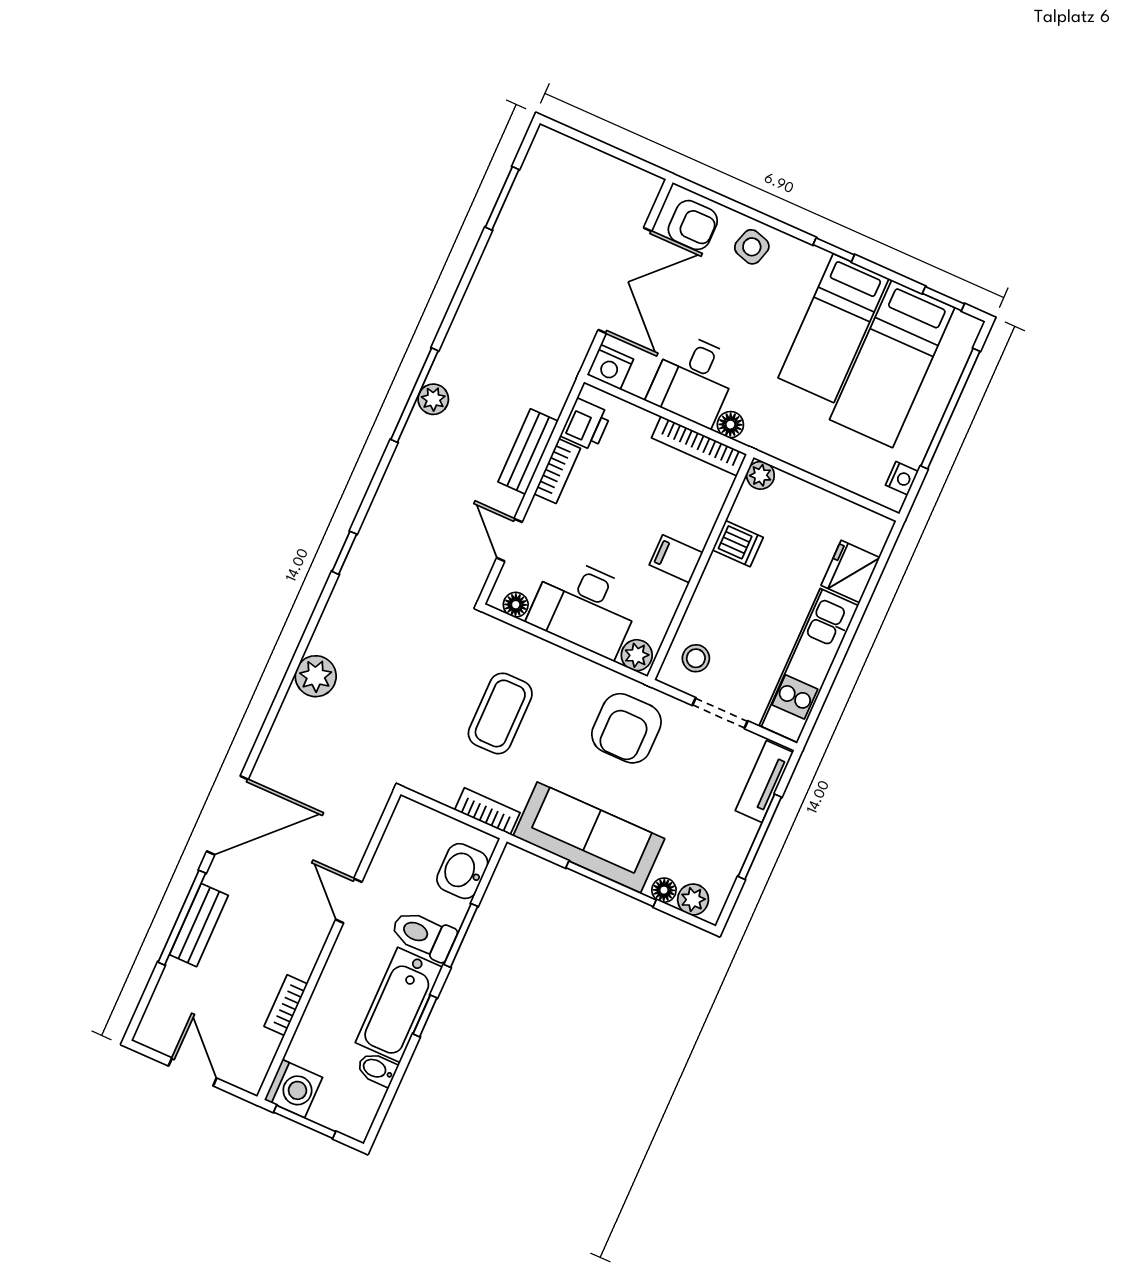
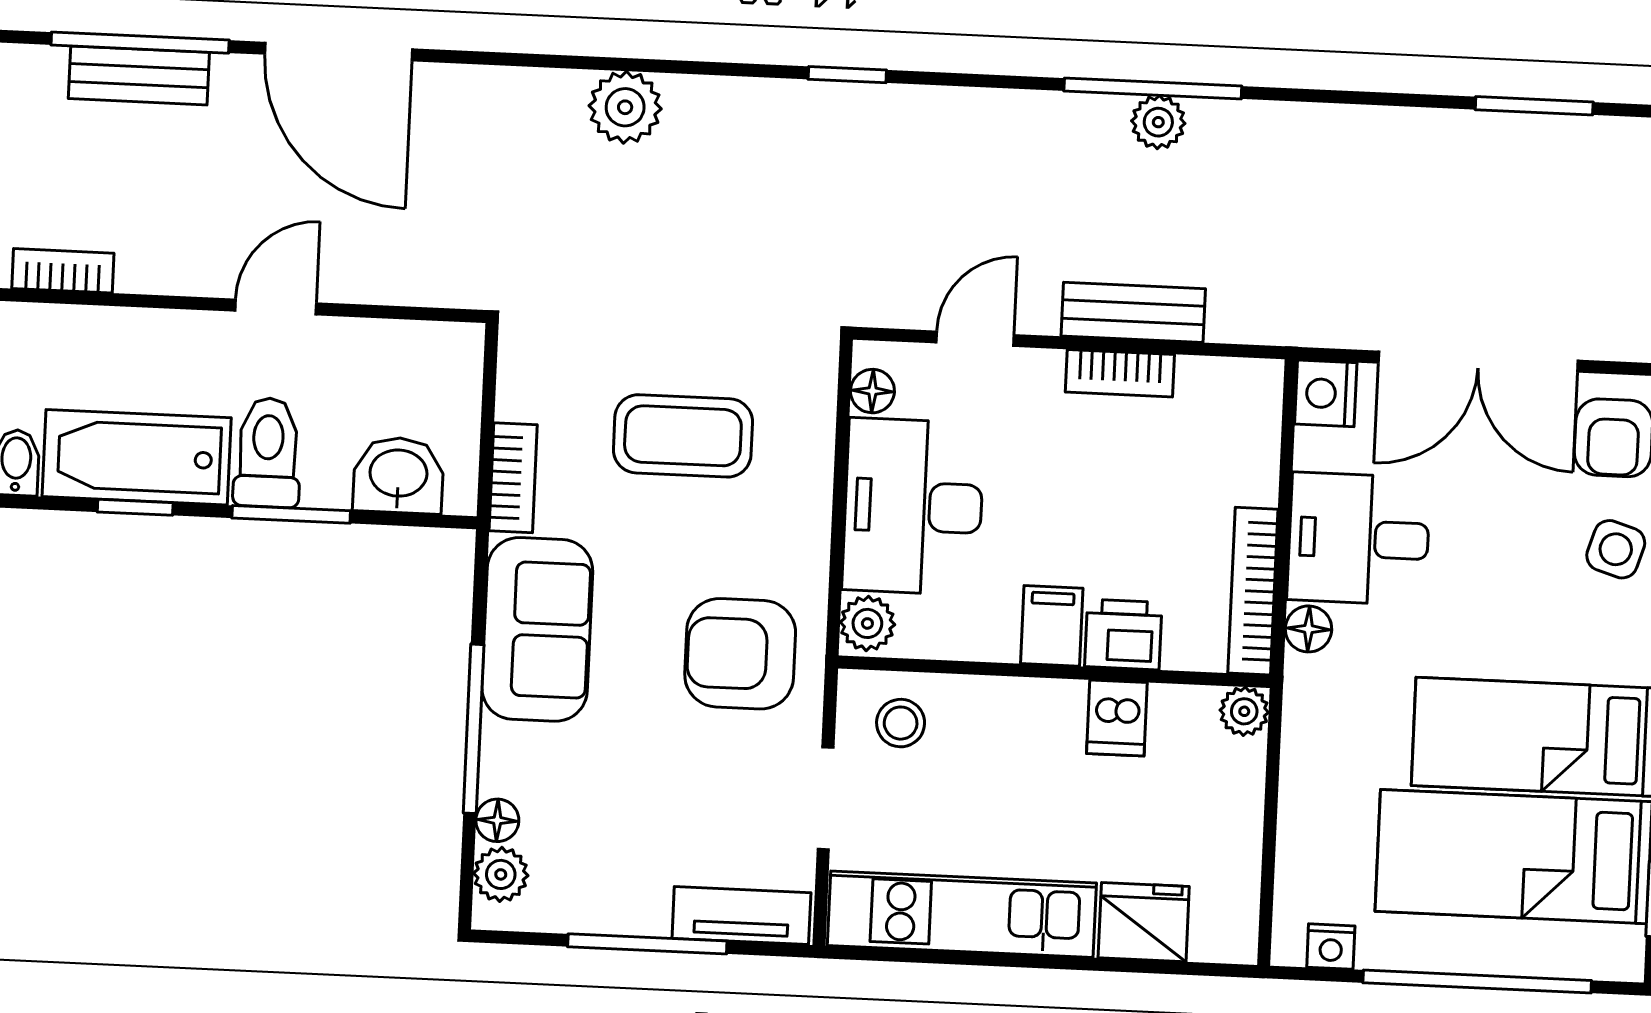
printer: (586, 424) -> (1123, 635), moved, turned 180
sofa: (589, 837) -> (537, 629), width x0.73

